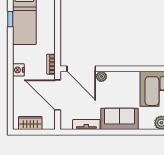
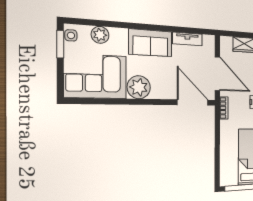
plant: (101, 76) -> (139, 87), moved, width x1.88, depth x1.88

